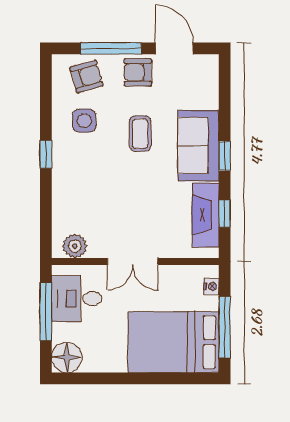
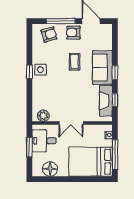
side table: (84, 121) -> (40, 70), moved
window: (46, 312) -> (29, 147), width x0.69
floor lamp: (67, 357) -> (50, 169), moved

